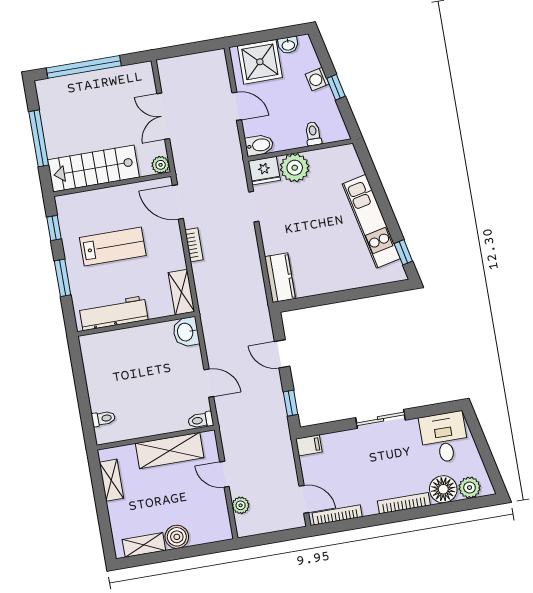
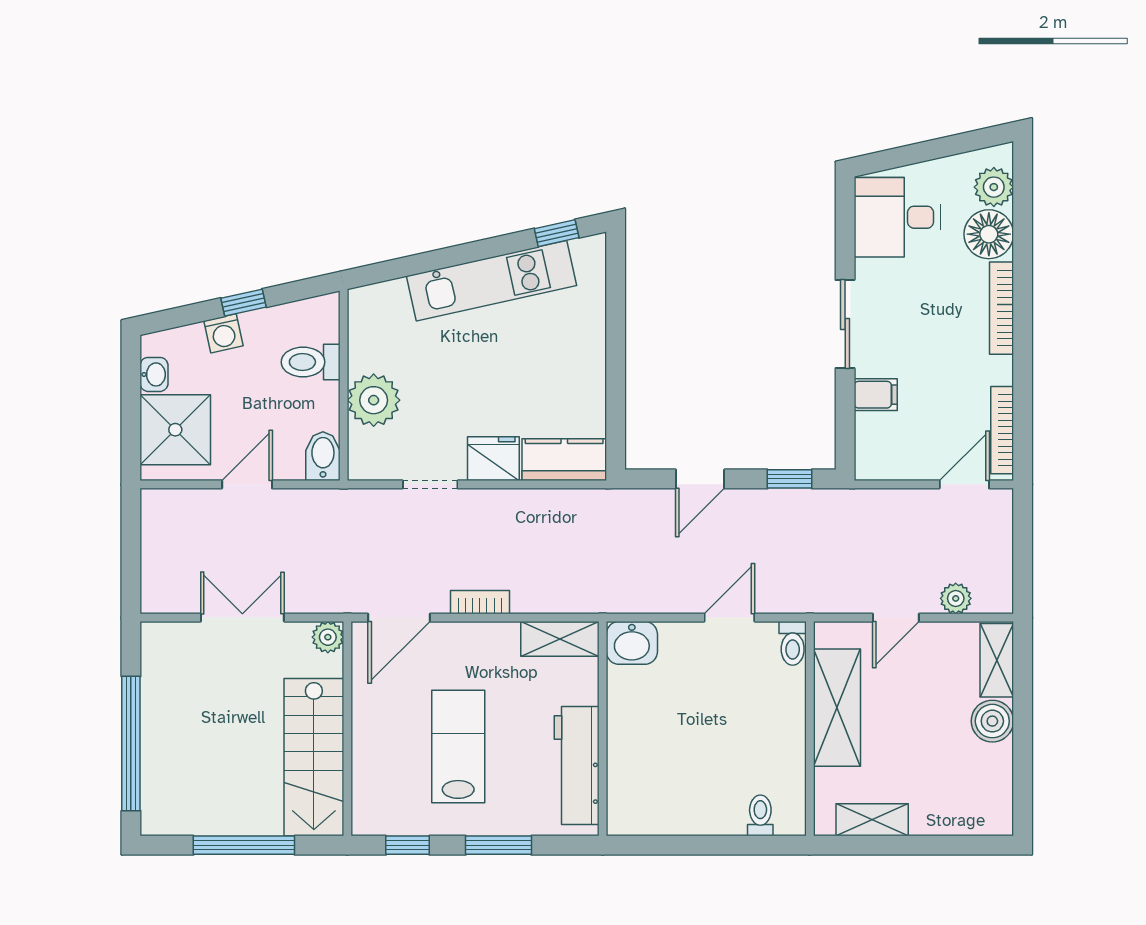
double door: (163, 116) -> (242, 618), swing flipped
toilet: (313, 134) -> (311, 362), width x1.37, depth x1.39
fridge: (264, 171) -> (493, 459), moved, turned -90
filing cabinet: (309, 445) -> (876, 395), moved, turned 90
shelving: (144, 545) -> (997, 660), moved

